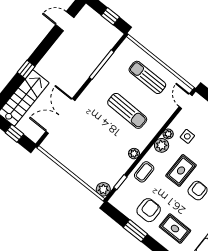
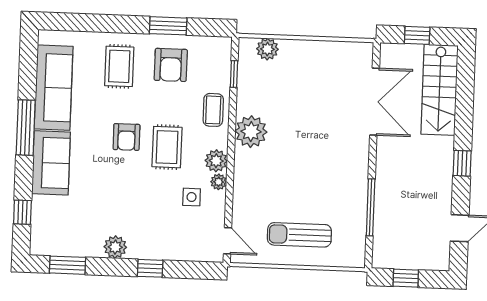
window: (26, 69) -> (462, 163), moved
sun lounger: (147, 77) -> (299, 235), turned 180
sun lounger: (127, 111) -> (293, 172), removed
plant: (134, 154) -> (251, 132), width x1.88, depth x1.88
plant: (103, 189) -> (267, 49), moved
rug: (175, 229) -> (119, 66), turned 90

